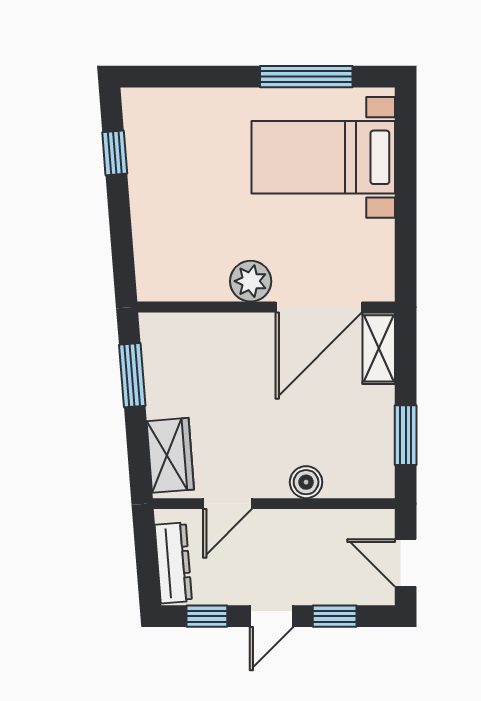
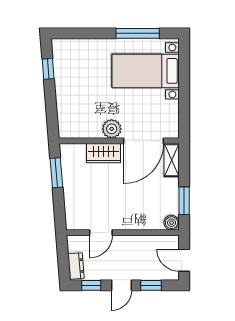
wardrobe: (170, 455) -> (104, 153), moved, turned 95
boiler: (306, 482) -> (172, 223), moved
dresser: (173, 563) -> (76, 266), width x0.70

